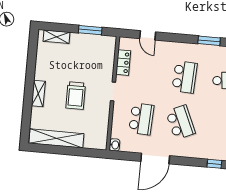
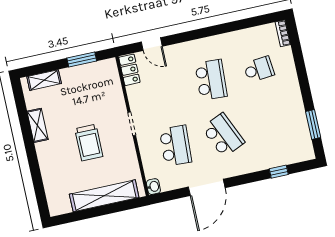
window: (209, 41) -> (227, 28), removed
locker: (123, 63) -> (129, 70), moved
shelving: (38, 94) -> (37, 125), moved
shelving: (56, 138) -> (104, 196), moved

